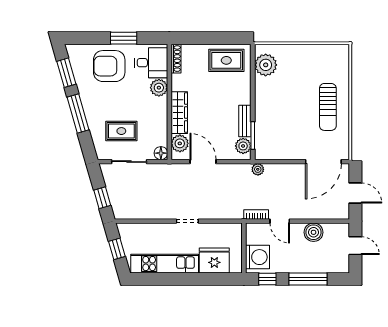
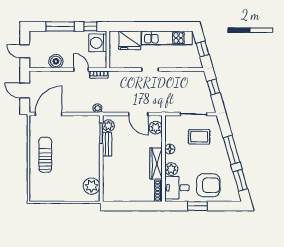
rug: (226, 60) -> (121, 189), removed
wardrobe: (179, 113) -> (156, 163), moved
floor lamp: (161, 153) -> (170, 149), moved

